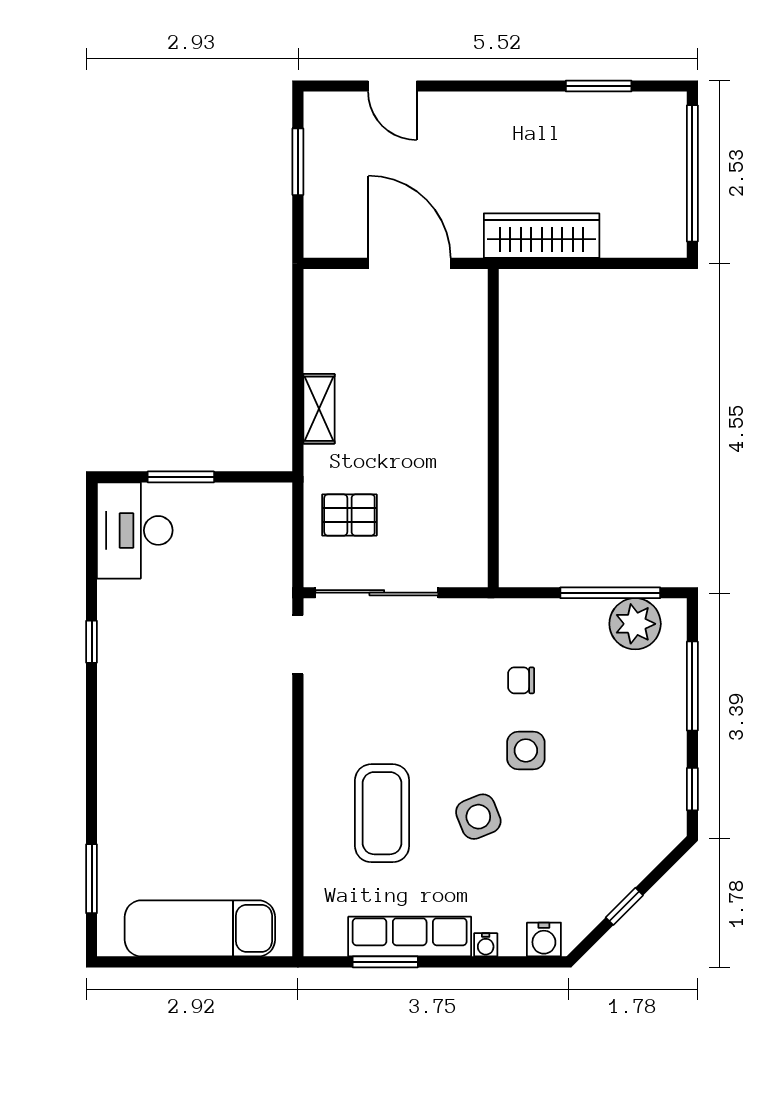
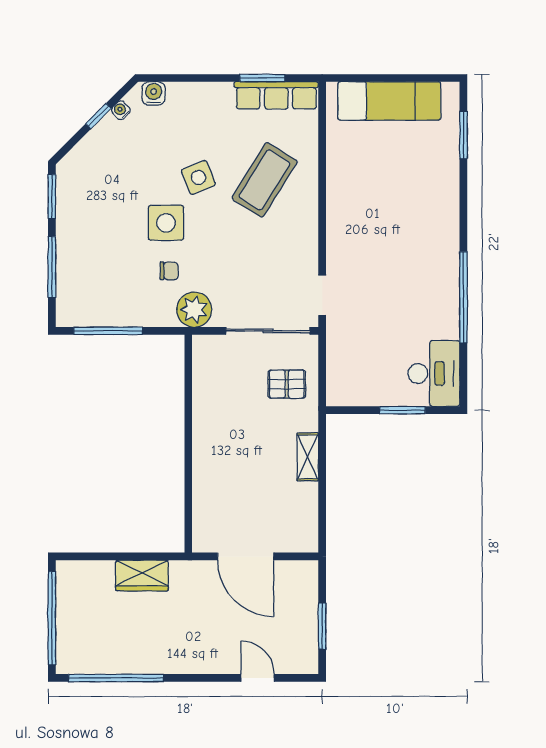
window: (599, 86) -> (116, 678), width x2.11
wardrobe: (542, 236) -> (142, 575), width x0.67
plant: (635, 624) -> (194, 310), moved
window: (92, 642) -> (463, 297), width x3.17
side table: (526, 750) -> (166, 223), width x1.37, depth x1.37
window: (692, 789) -> (52, 196), width x1.50
coffee table: (382, 813) -> (264, 180), turned 32
row of seats: (410, 937) -> (276, 95), moved
water cooler: (486, 945) -> (121, 110), moved, turned -45

